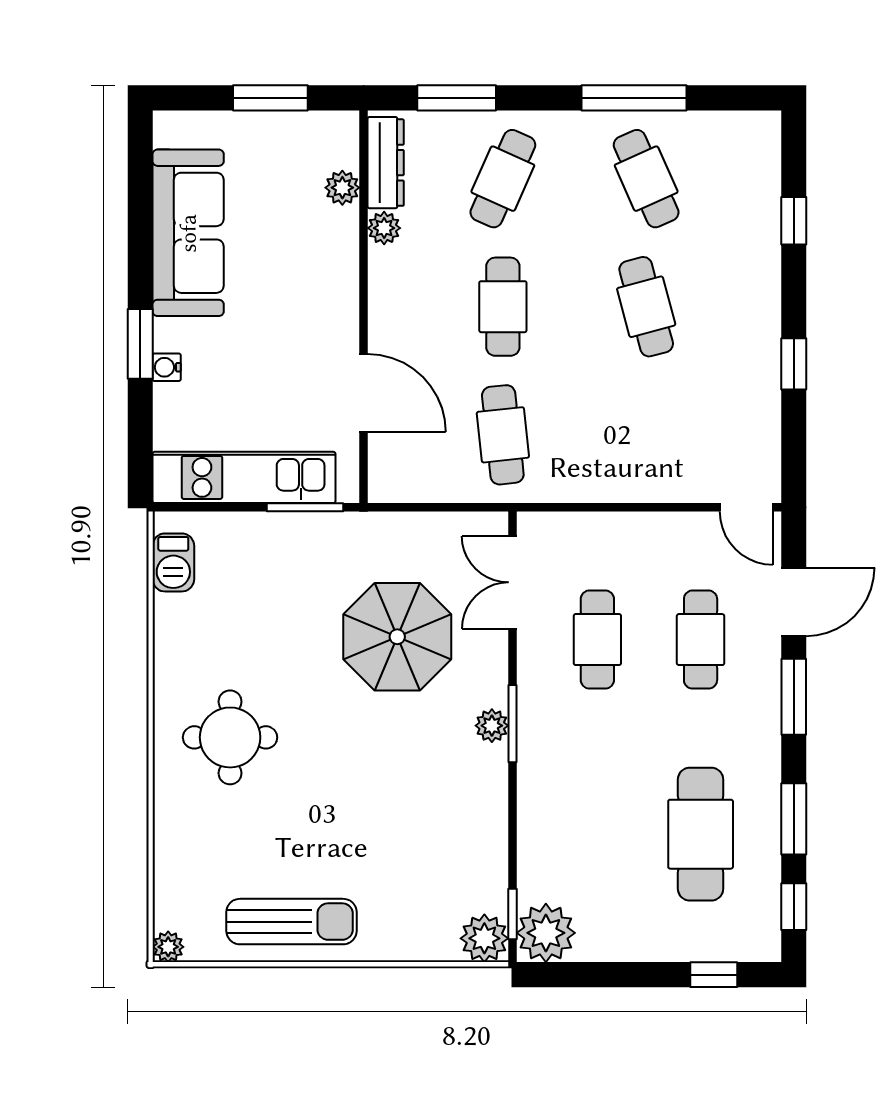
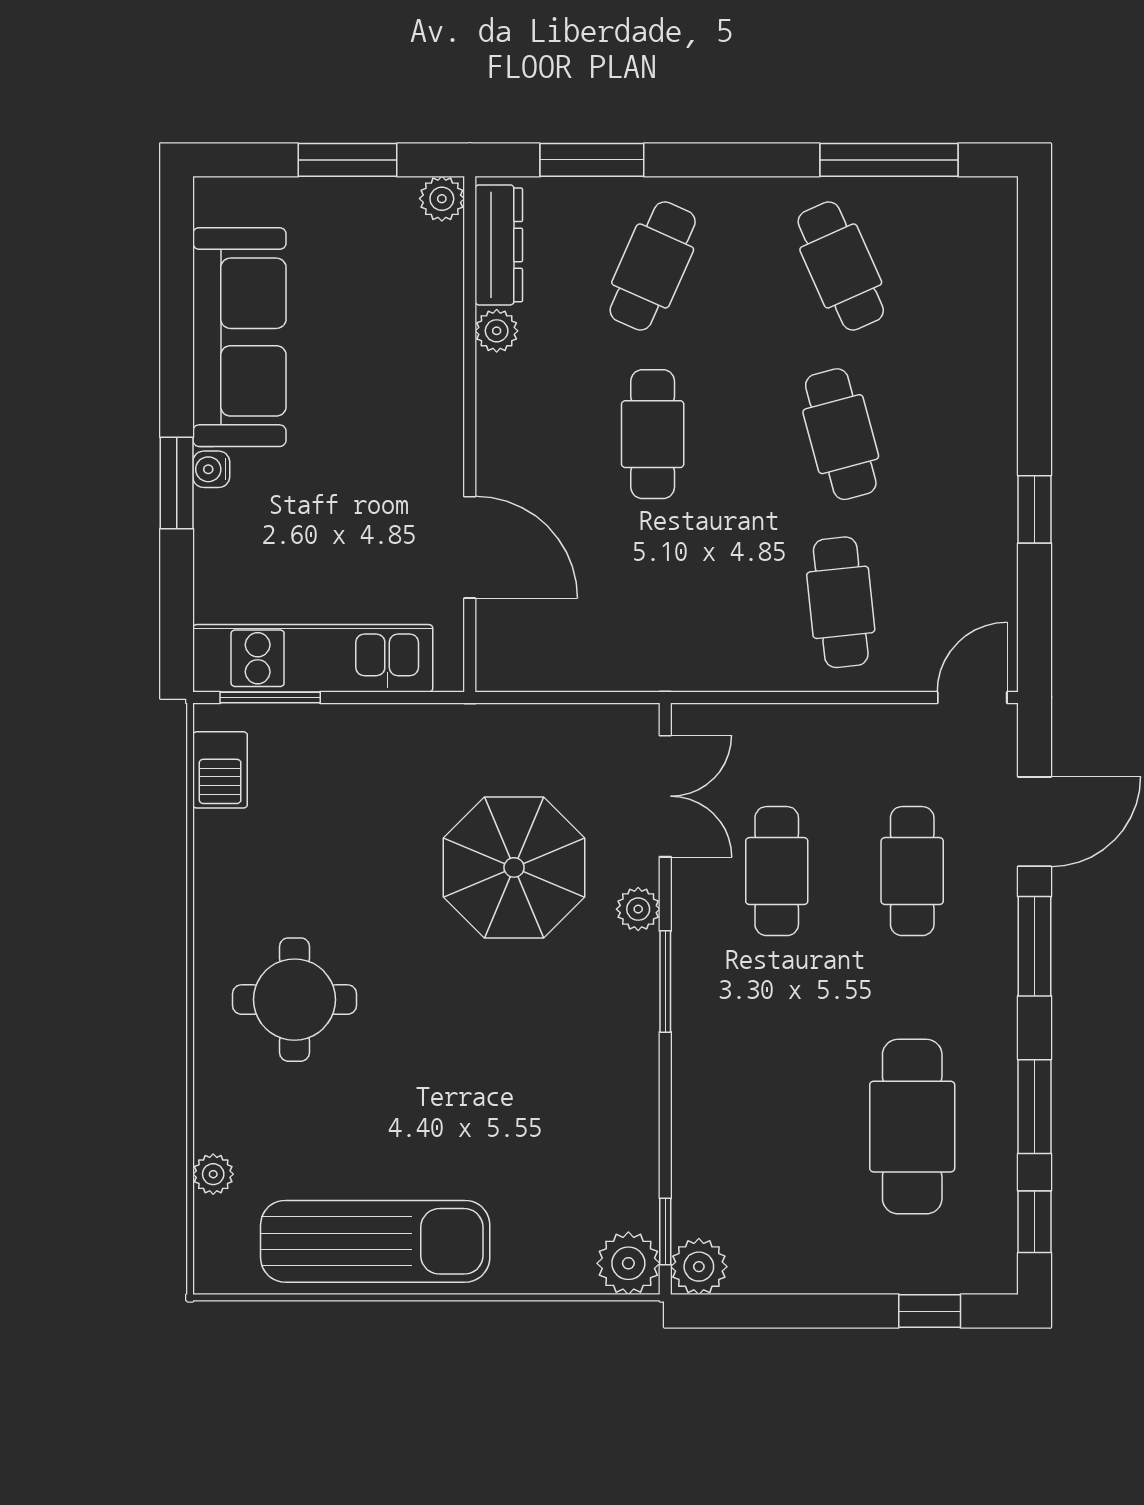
window: (634, 98) -> (889, 160), moved
plant: (342, 188) -> (442, 199), moved
window: (794, 221) -> (1034, 321), removed
water cooler: (167, 367) -> (211, 469), moved
cafe table: (503, 435) -> (841, 602), moved
window: (305, 507) -> (270, 697), moved
door: (746, 507) -> (972, 697), swing flipped
double door: (512, 582) -> (665, 796), swing flipped
plant: (492, 726) -> (638, 909), moved
sun lounger: (292, 922) -> (375, 1241), width x1.36, depth x1.34
plant: (546, 933) -> (699, 1267), width x0.73, depth x0.73
plant: (168, 947) -> (213, 1174), moved

